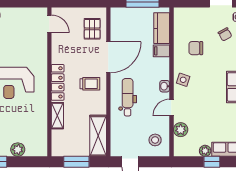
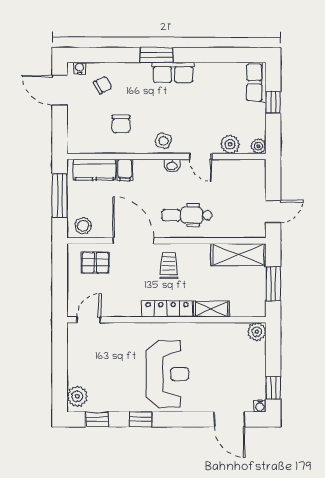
stool: (155, 140) -> (83, 226), moved
plant: (18, 150) -> (257, 332), moved
plant: (205, 151) -> (258, 146), moved

